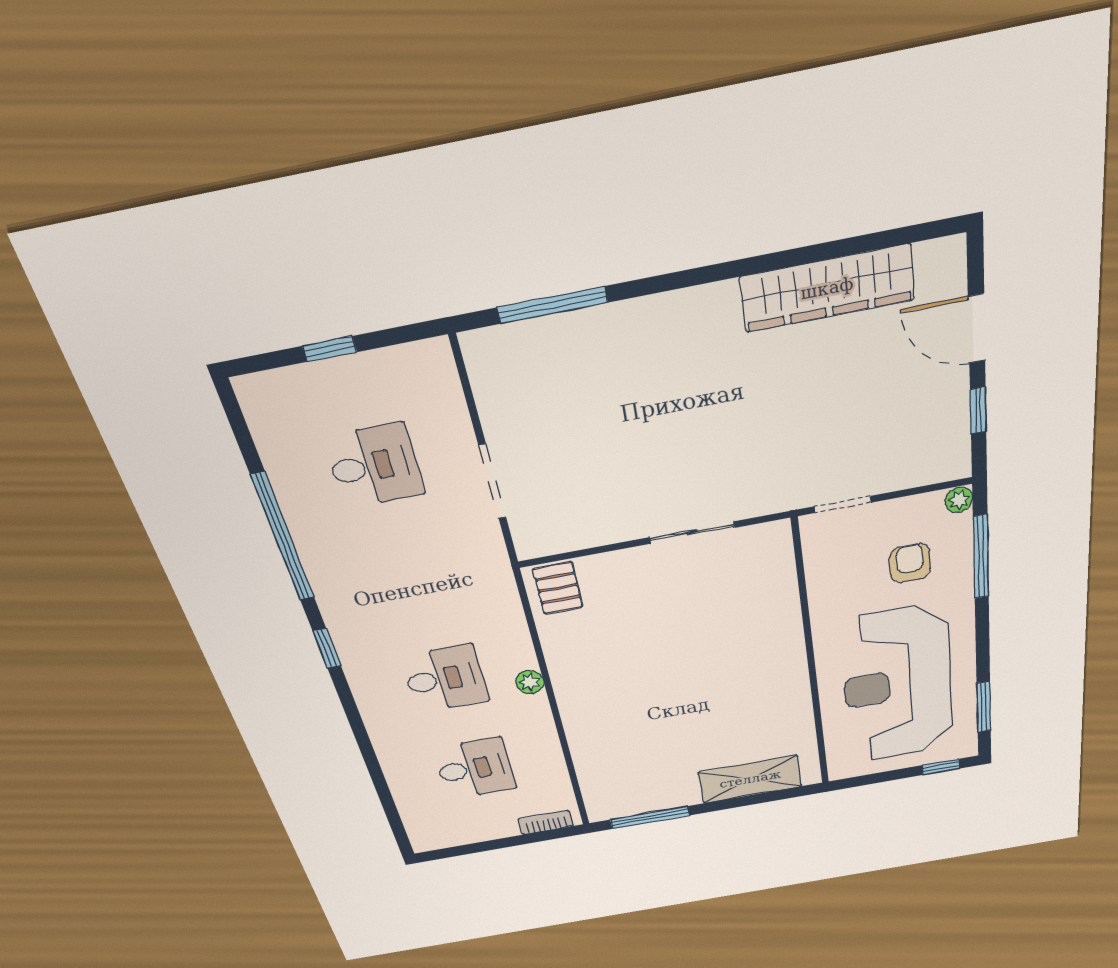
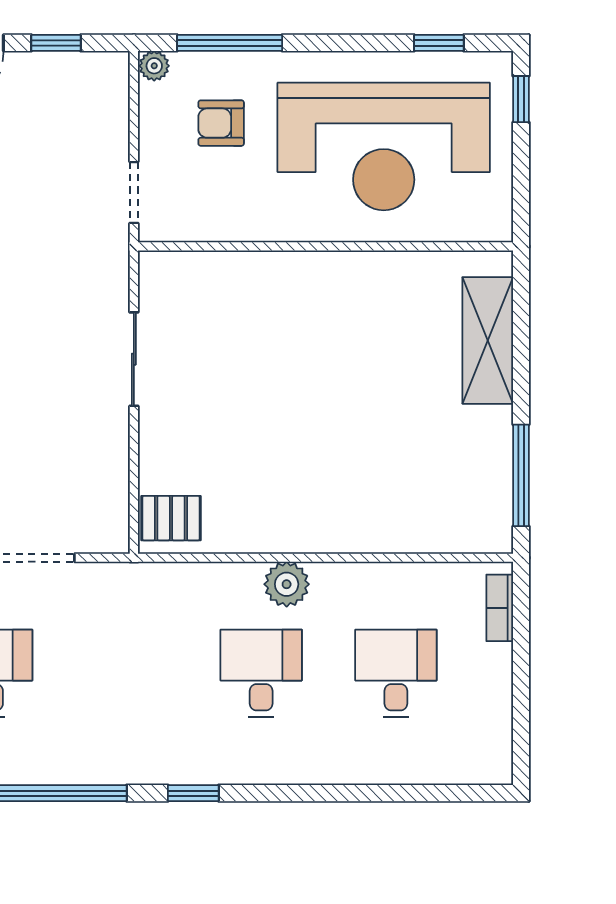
plant: (530, 682) -> (287, 584), width x1.38, depth x1.38
window: (984, 707) -> (439, 43), width x0.67

